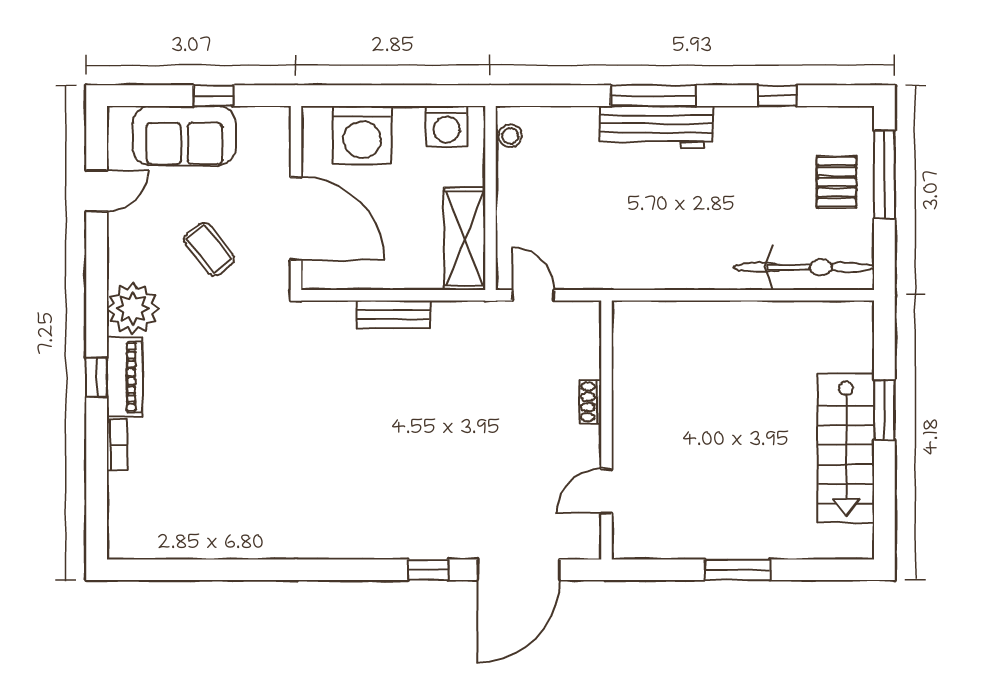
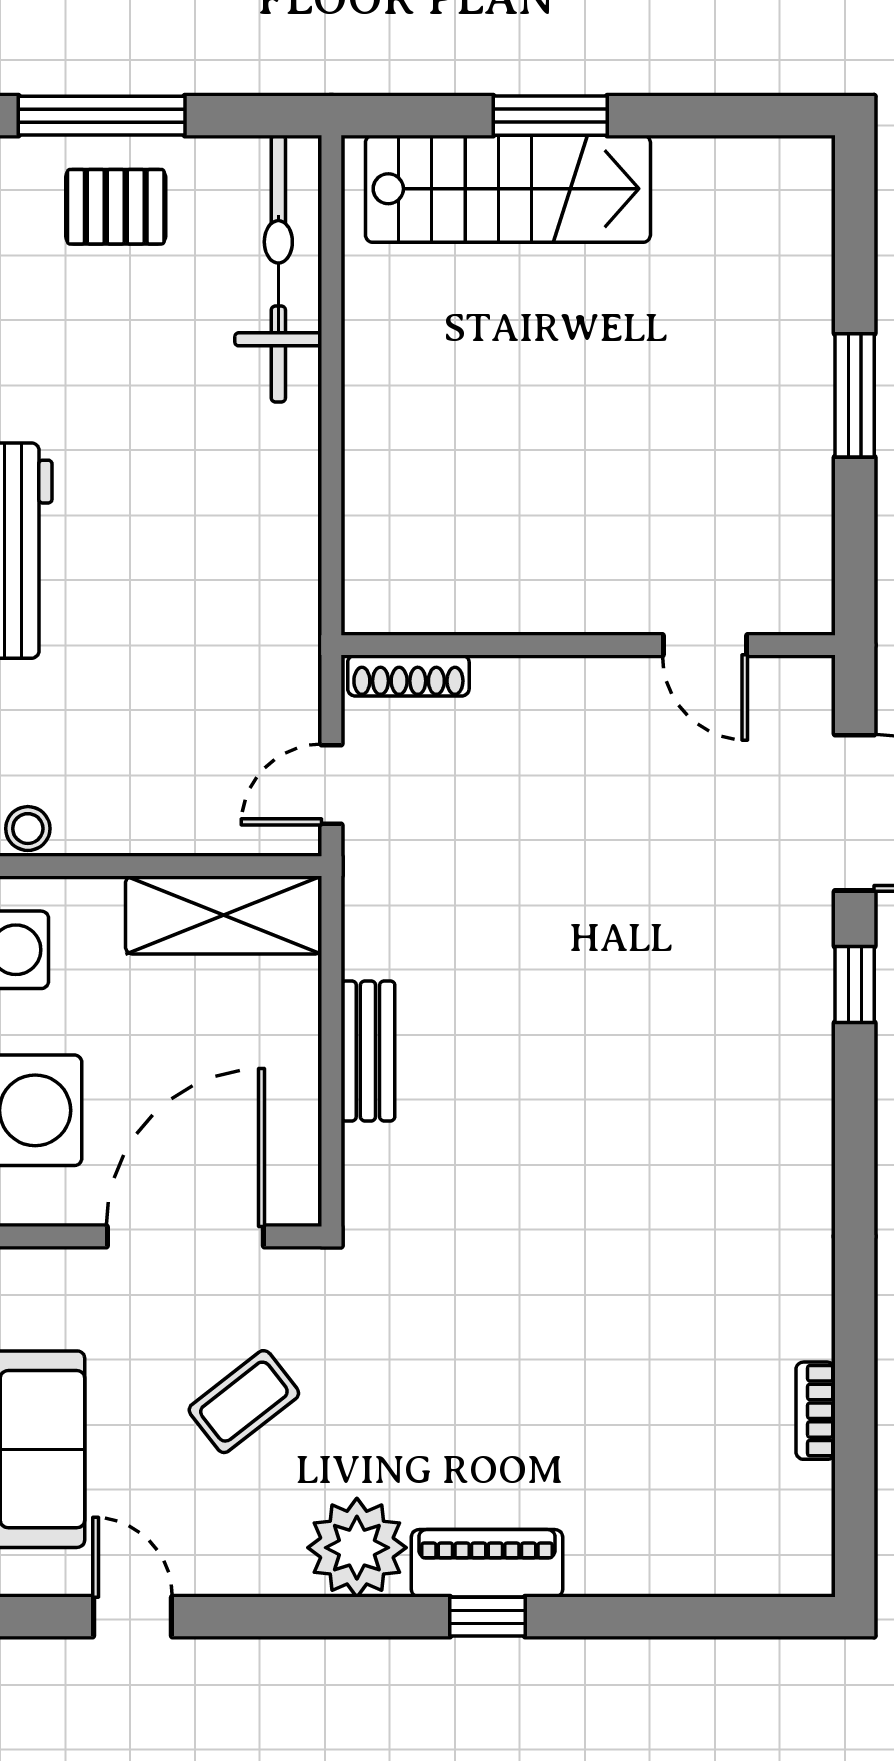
shoe rack: (591, 402) -> (408, 675), moved, width x1.43
bookcase: (117, 445) -> (816, 1411), moved, turned -90
stairs: (846, 448) -> (508, 189), moved

